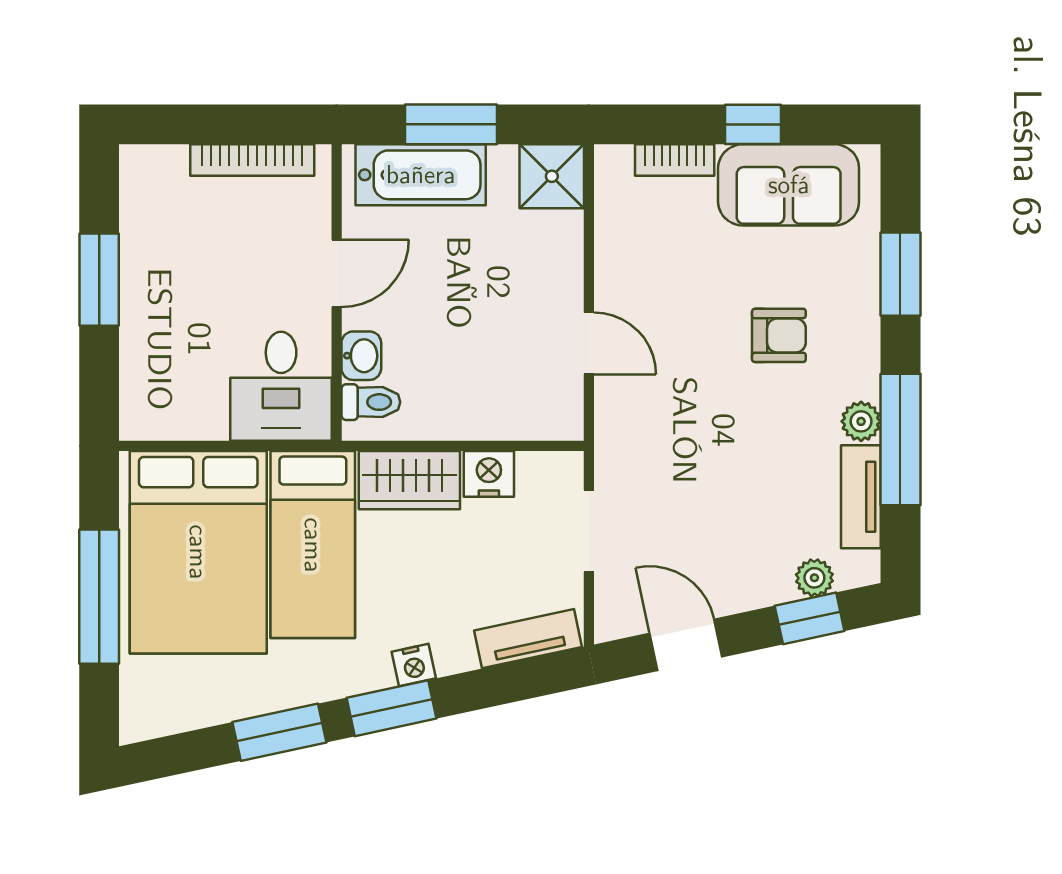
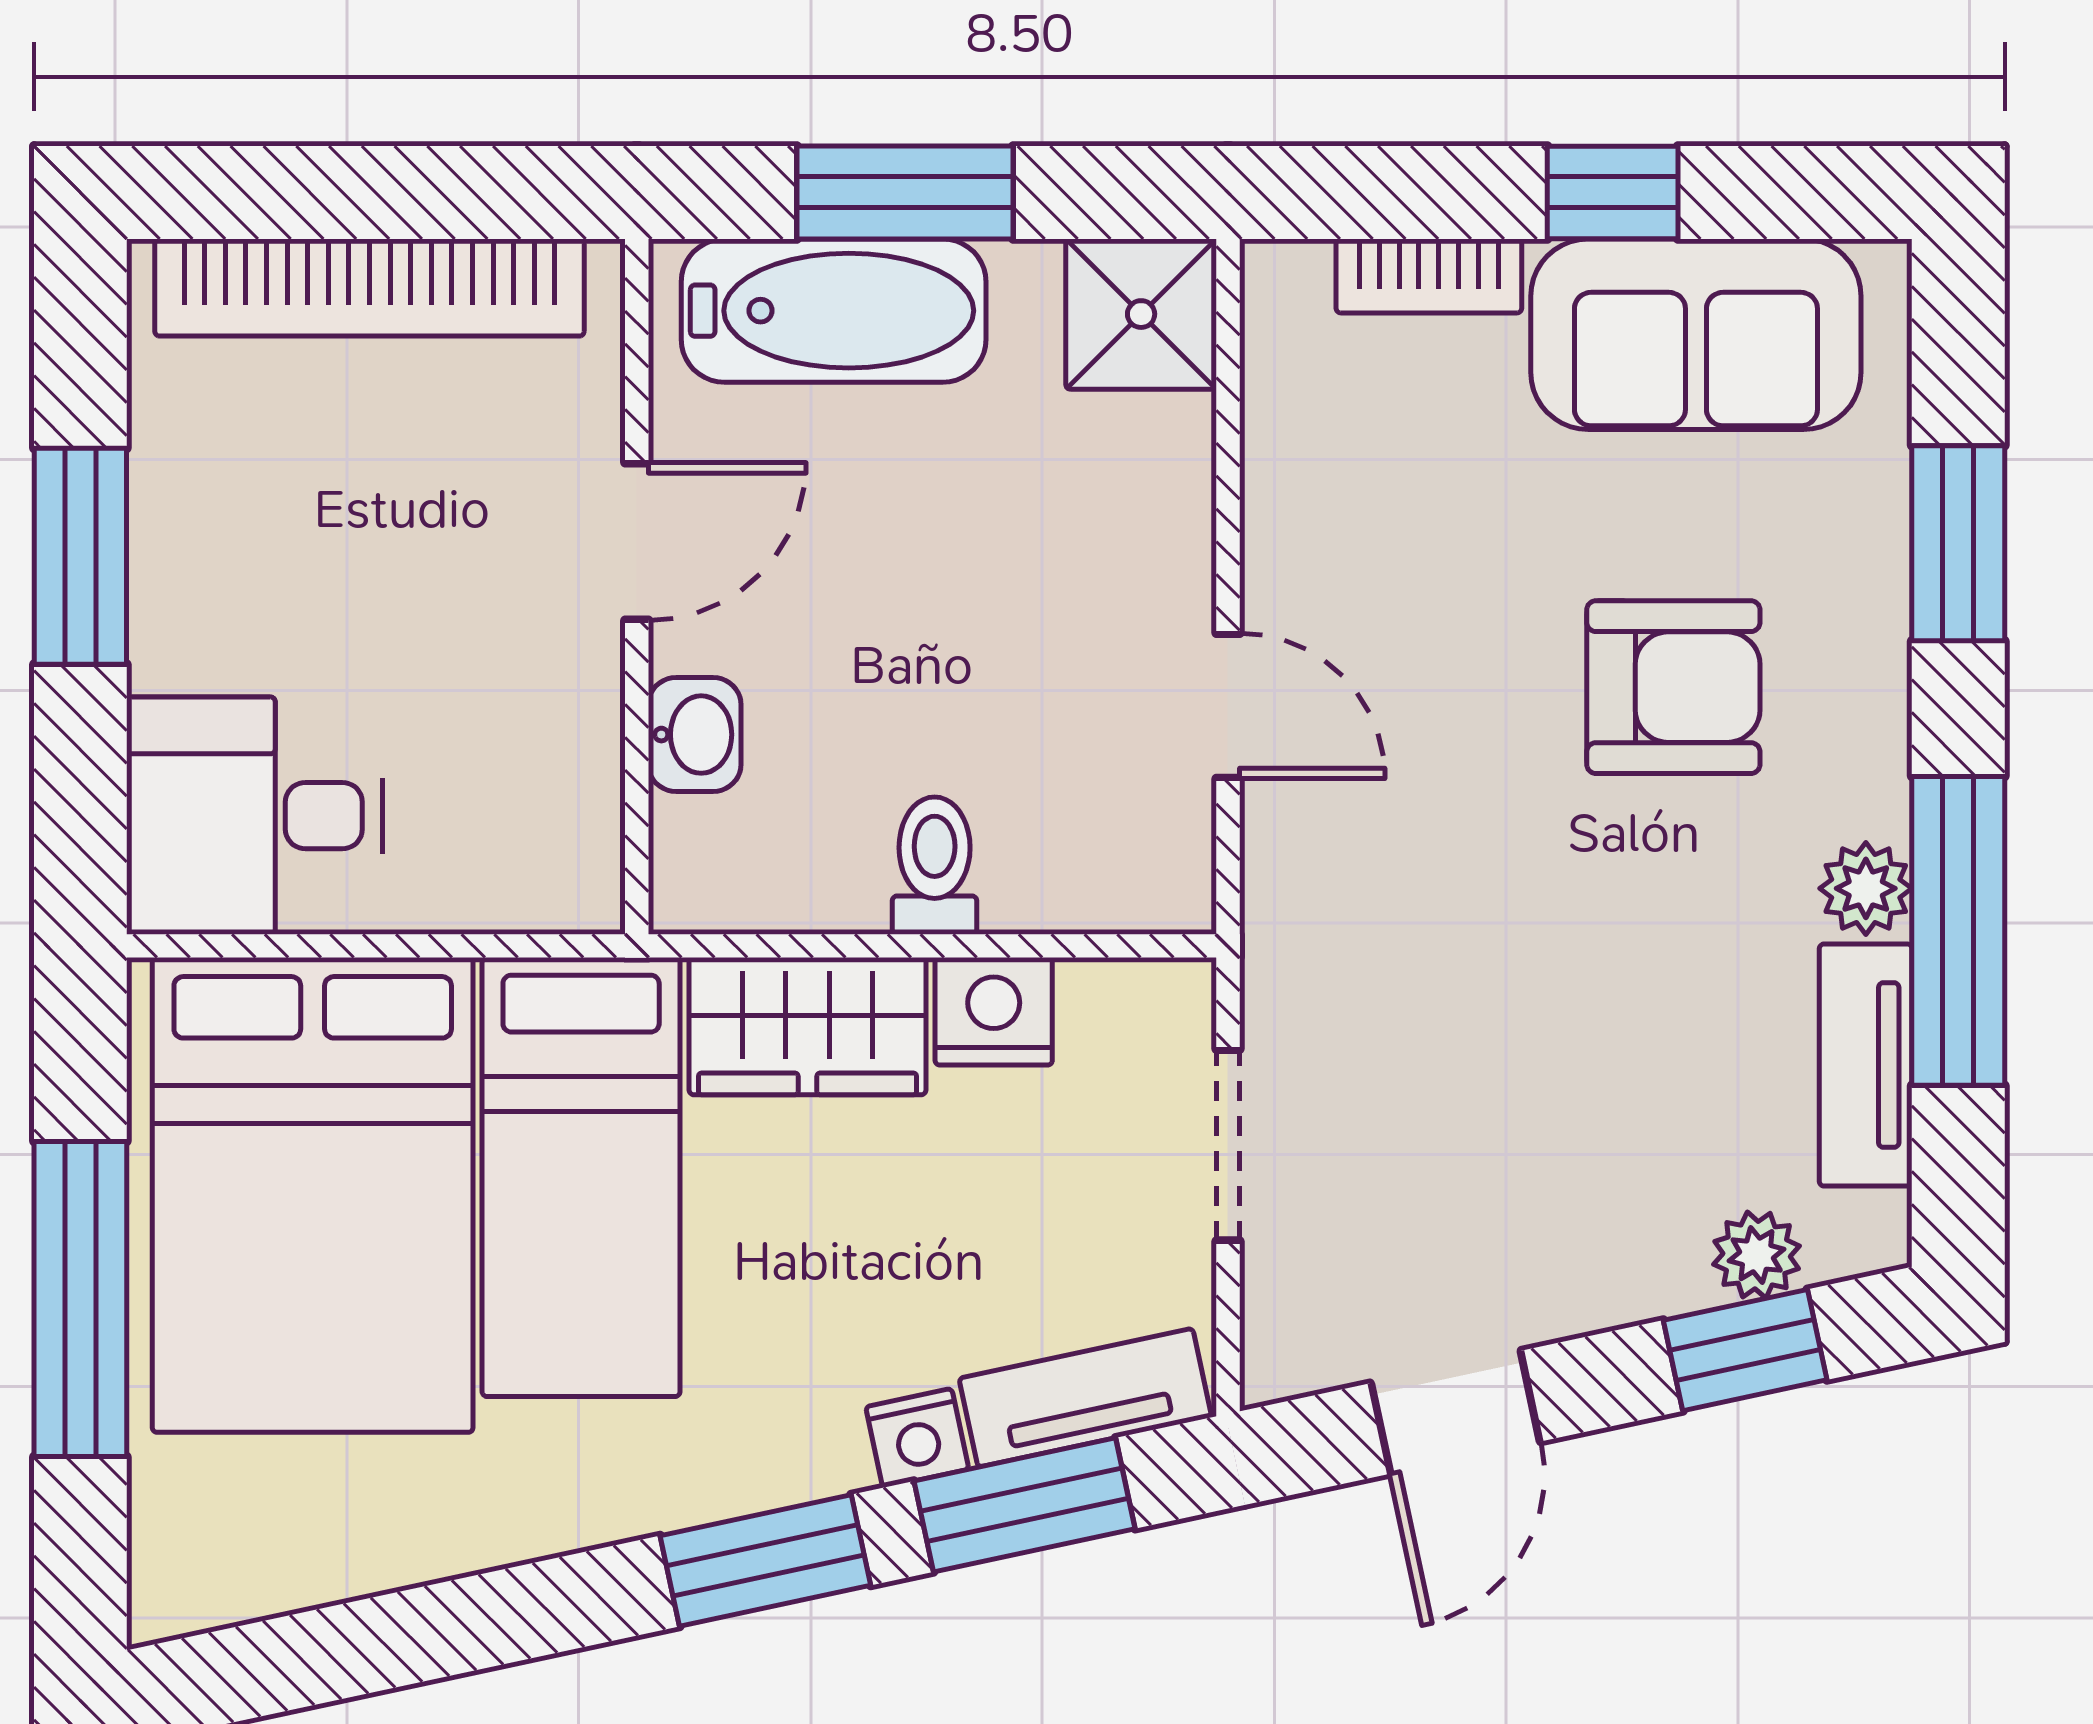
bookcase: (252, 160) -> (369, 288), width x1.48, depth x1.31
armchair: (779, 335) -> (1673, 687), width x1.38, depth x1.38
desk: (281, 386) -> (255, 816), moved, turned 90
toilet: (371, 402) -> (935, 866), moved, turned -90
door: (686, 645) -> (1455, 1412), swing flipped
nightstand: (414, 665) -> (917, 1438), moved
window: (279, 732) -> (1024, 1505), moved

